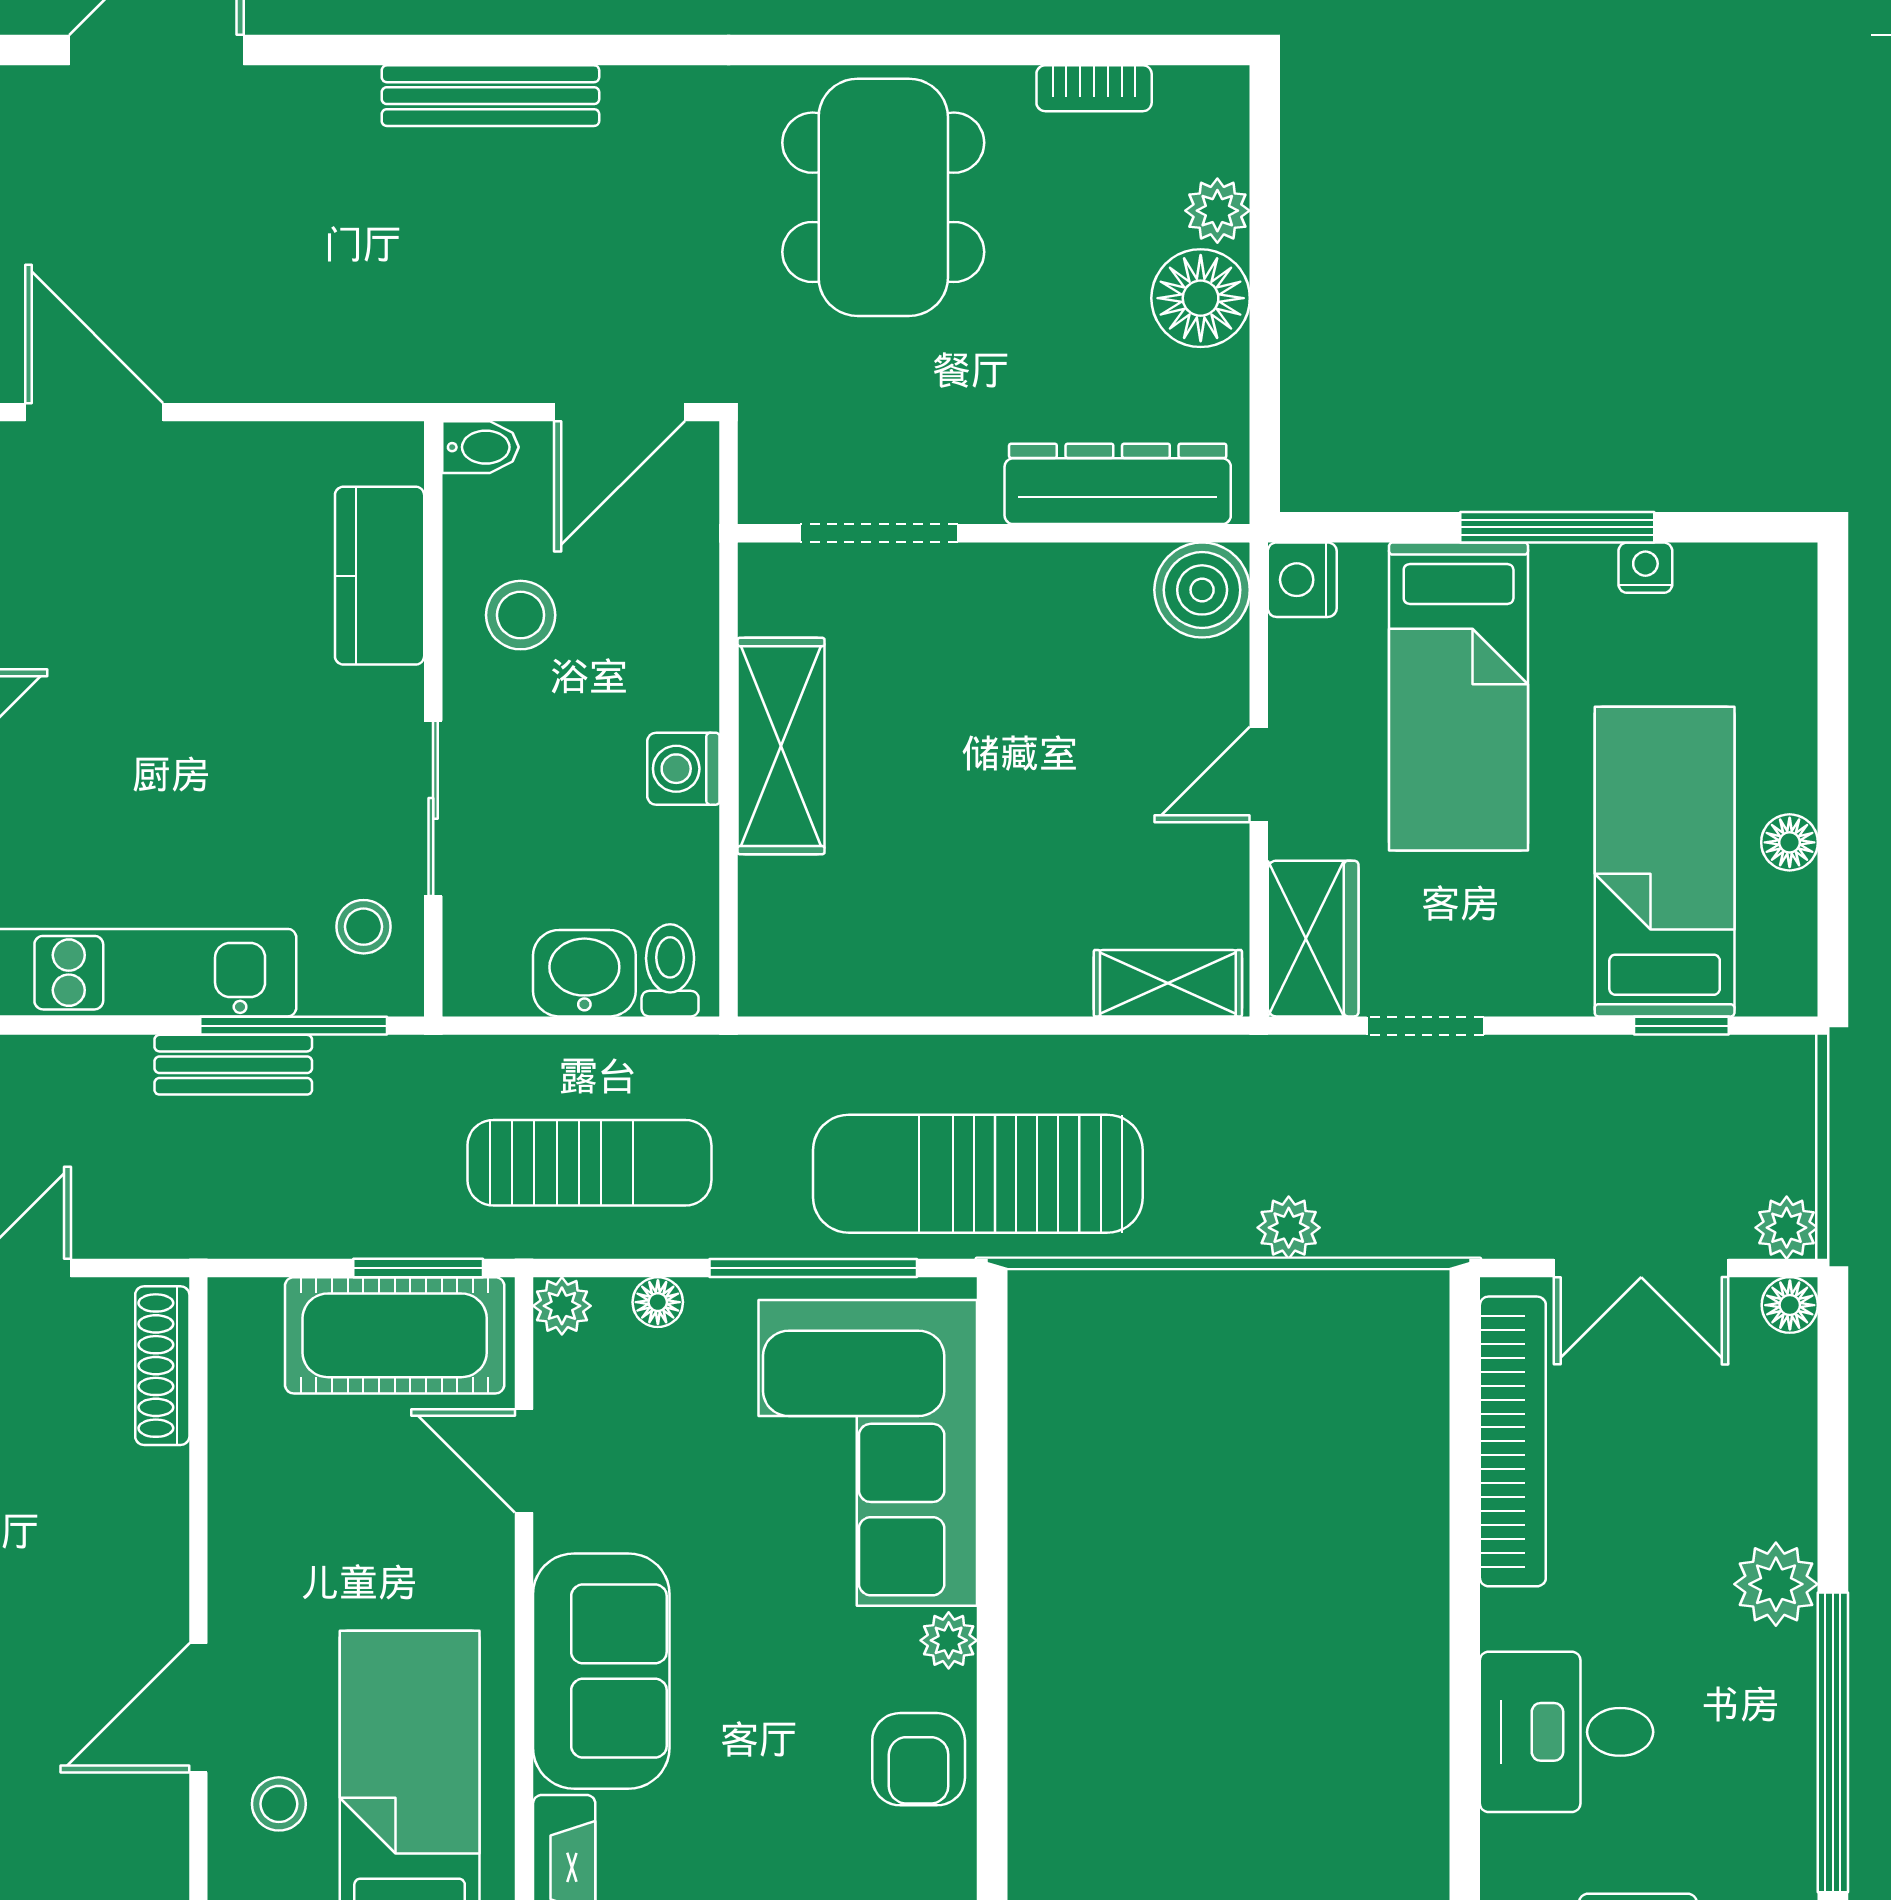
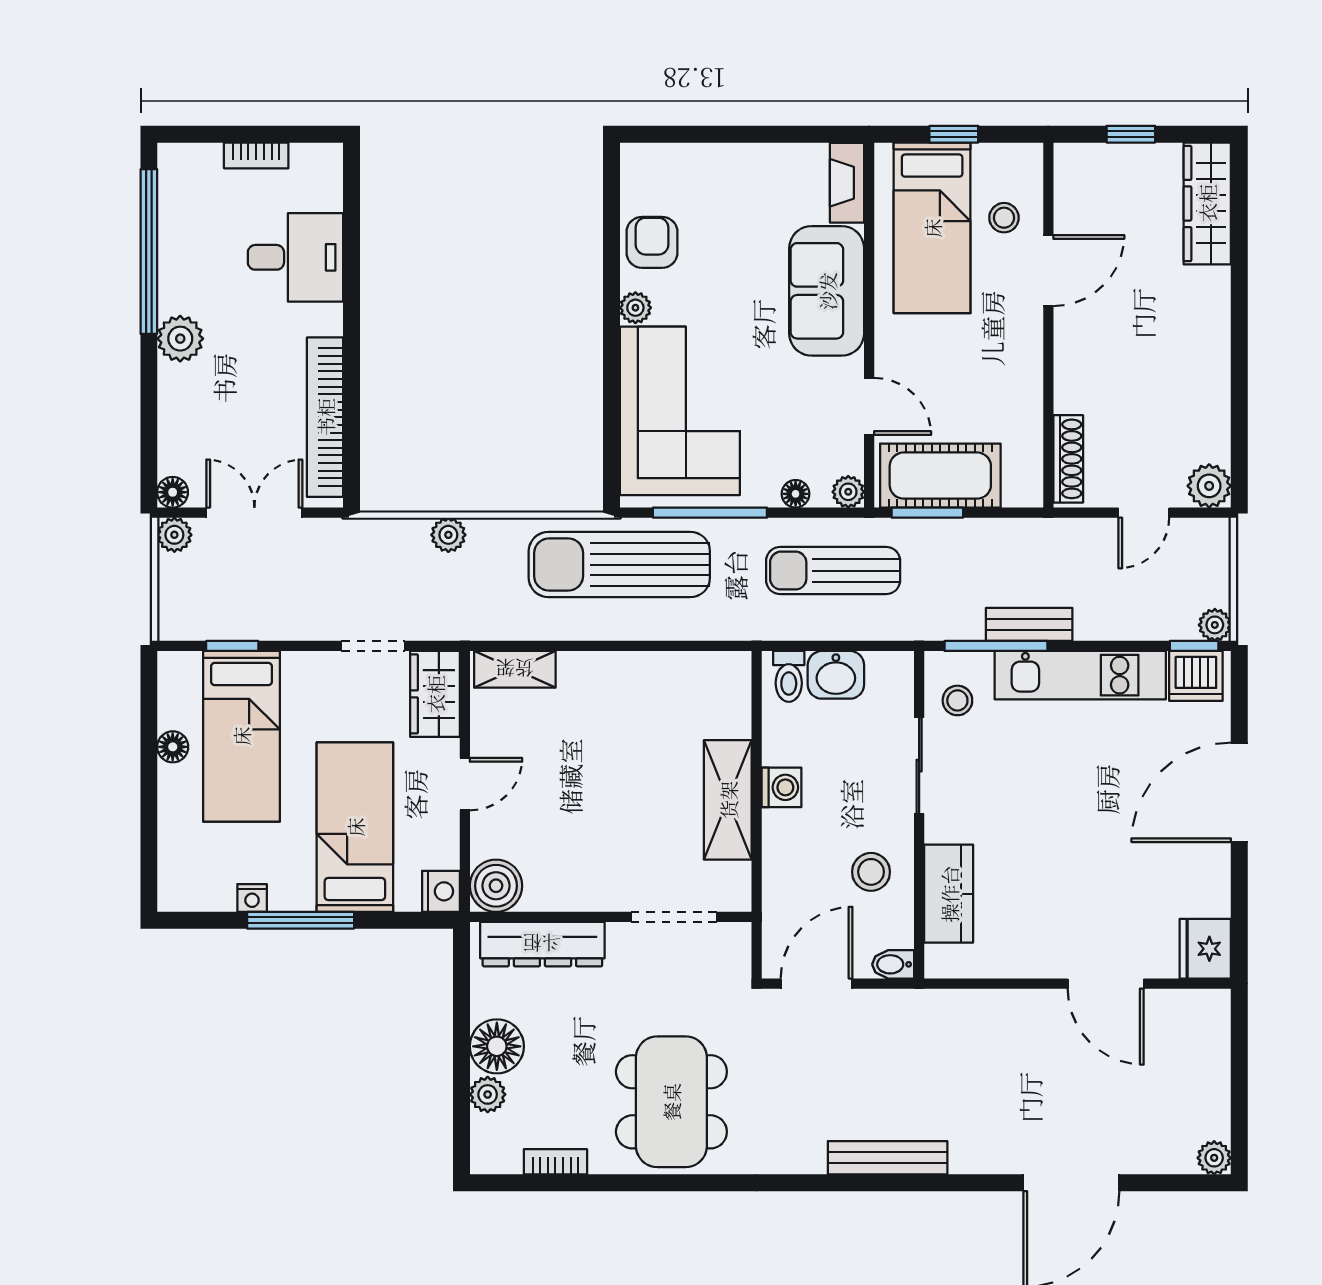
sun lounger: (978, 1174) -> (619, 565), turned 180

